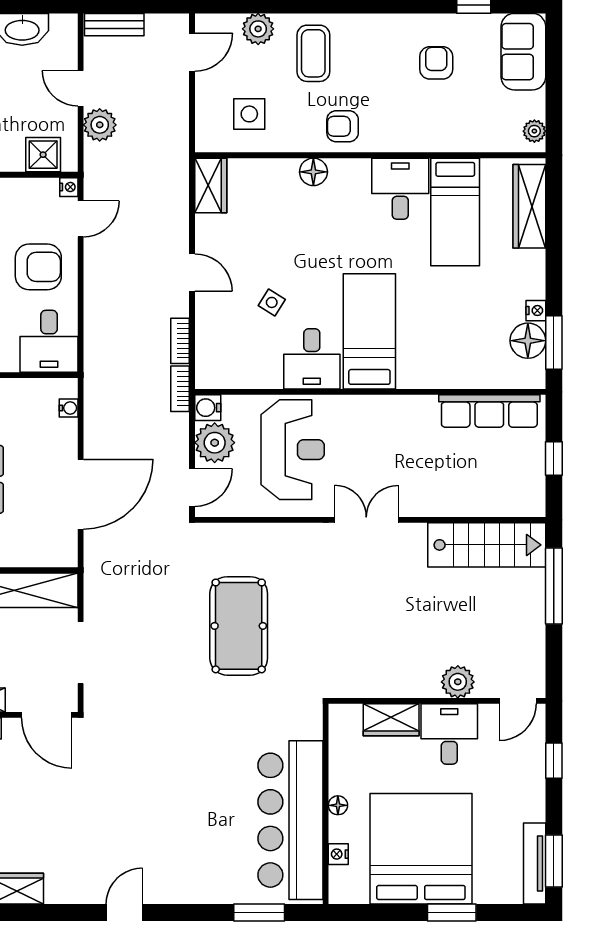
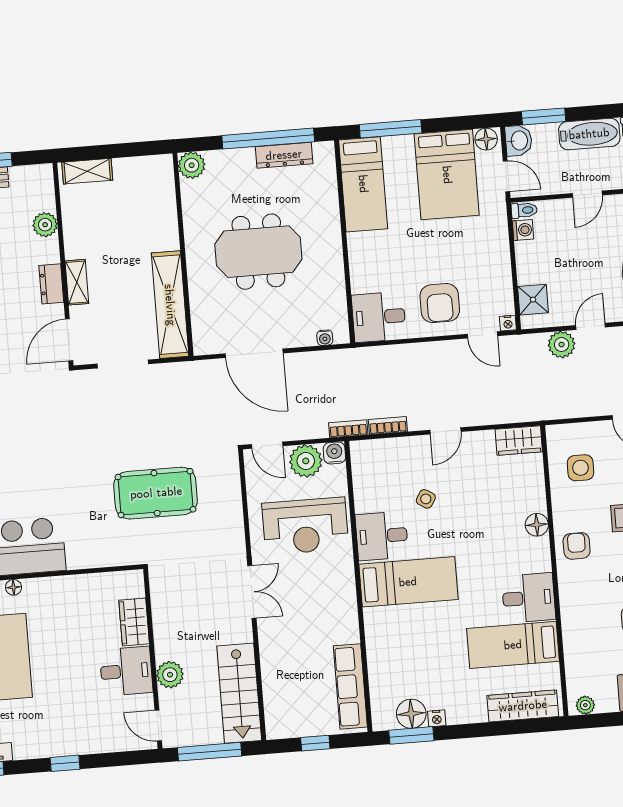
plant: (458, 682) -> (170, 675), moved
wall: (437, 701) -> (153, 659), moved
door: (518, 701) -> (158, 726), moved
wardrobe: (391, 720) -> (134, 622), moved
desk: (449, 734) -> (126, 671), moved

